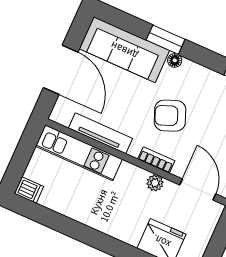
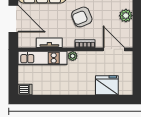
tv unit: (101, 133) -> (49, 43), width x0.71
plant: (155, 183) -> (73, 56), moved

